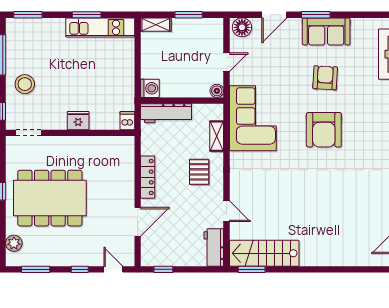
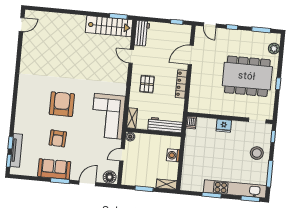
kitchen unit: (100, 27) -> (235, 189), moved, width x1.36
washing machine: (150, 88) -> (173, 155), moved
shelving: (217, 136) -> (132, 118), moved

